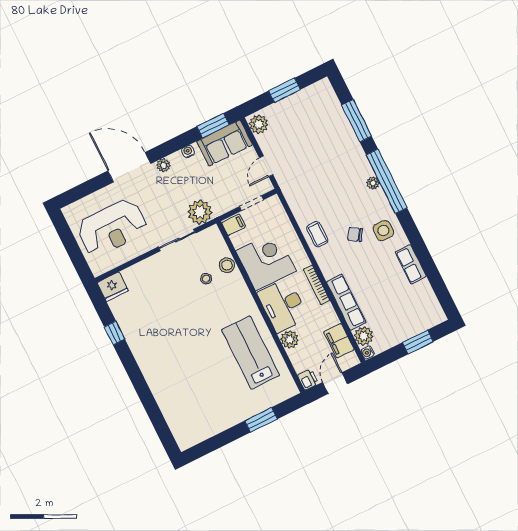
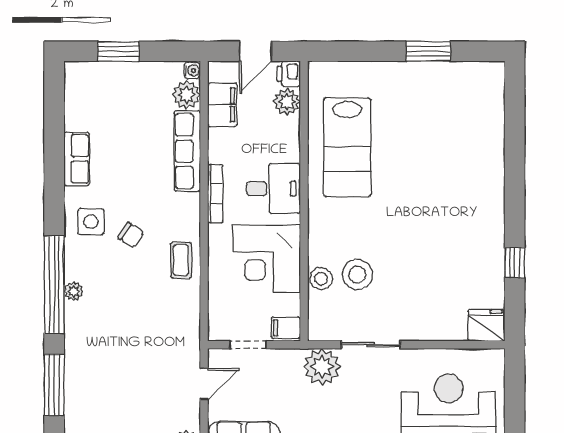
stool: (206, 279) -> (357, 274), width x1.89, depth x1.89
desk: (283, 305) -> (273, 189), width x0.73
plant: (290, 339) -> (287, 102), moved
window: (261, 420) -> (428, 51), moved

